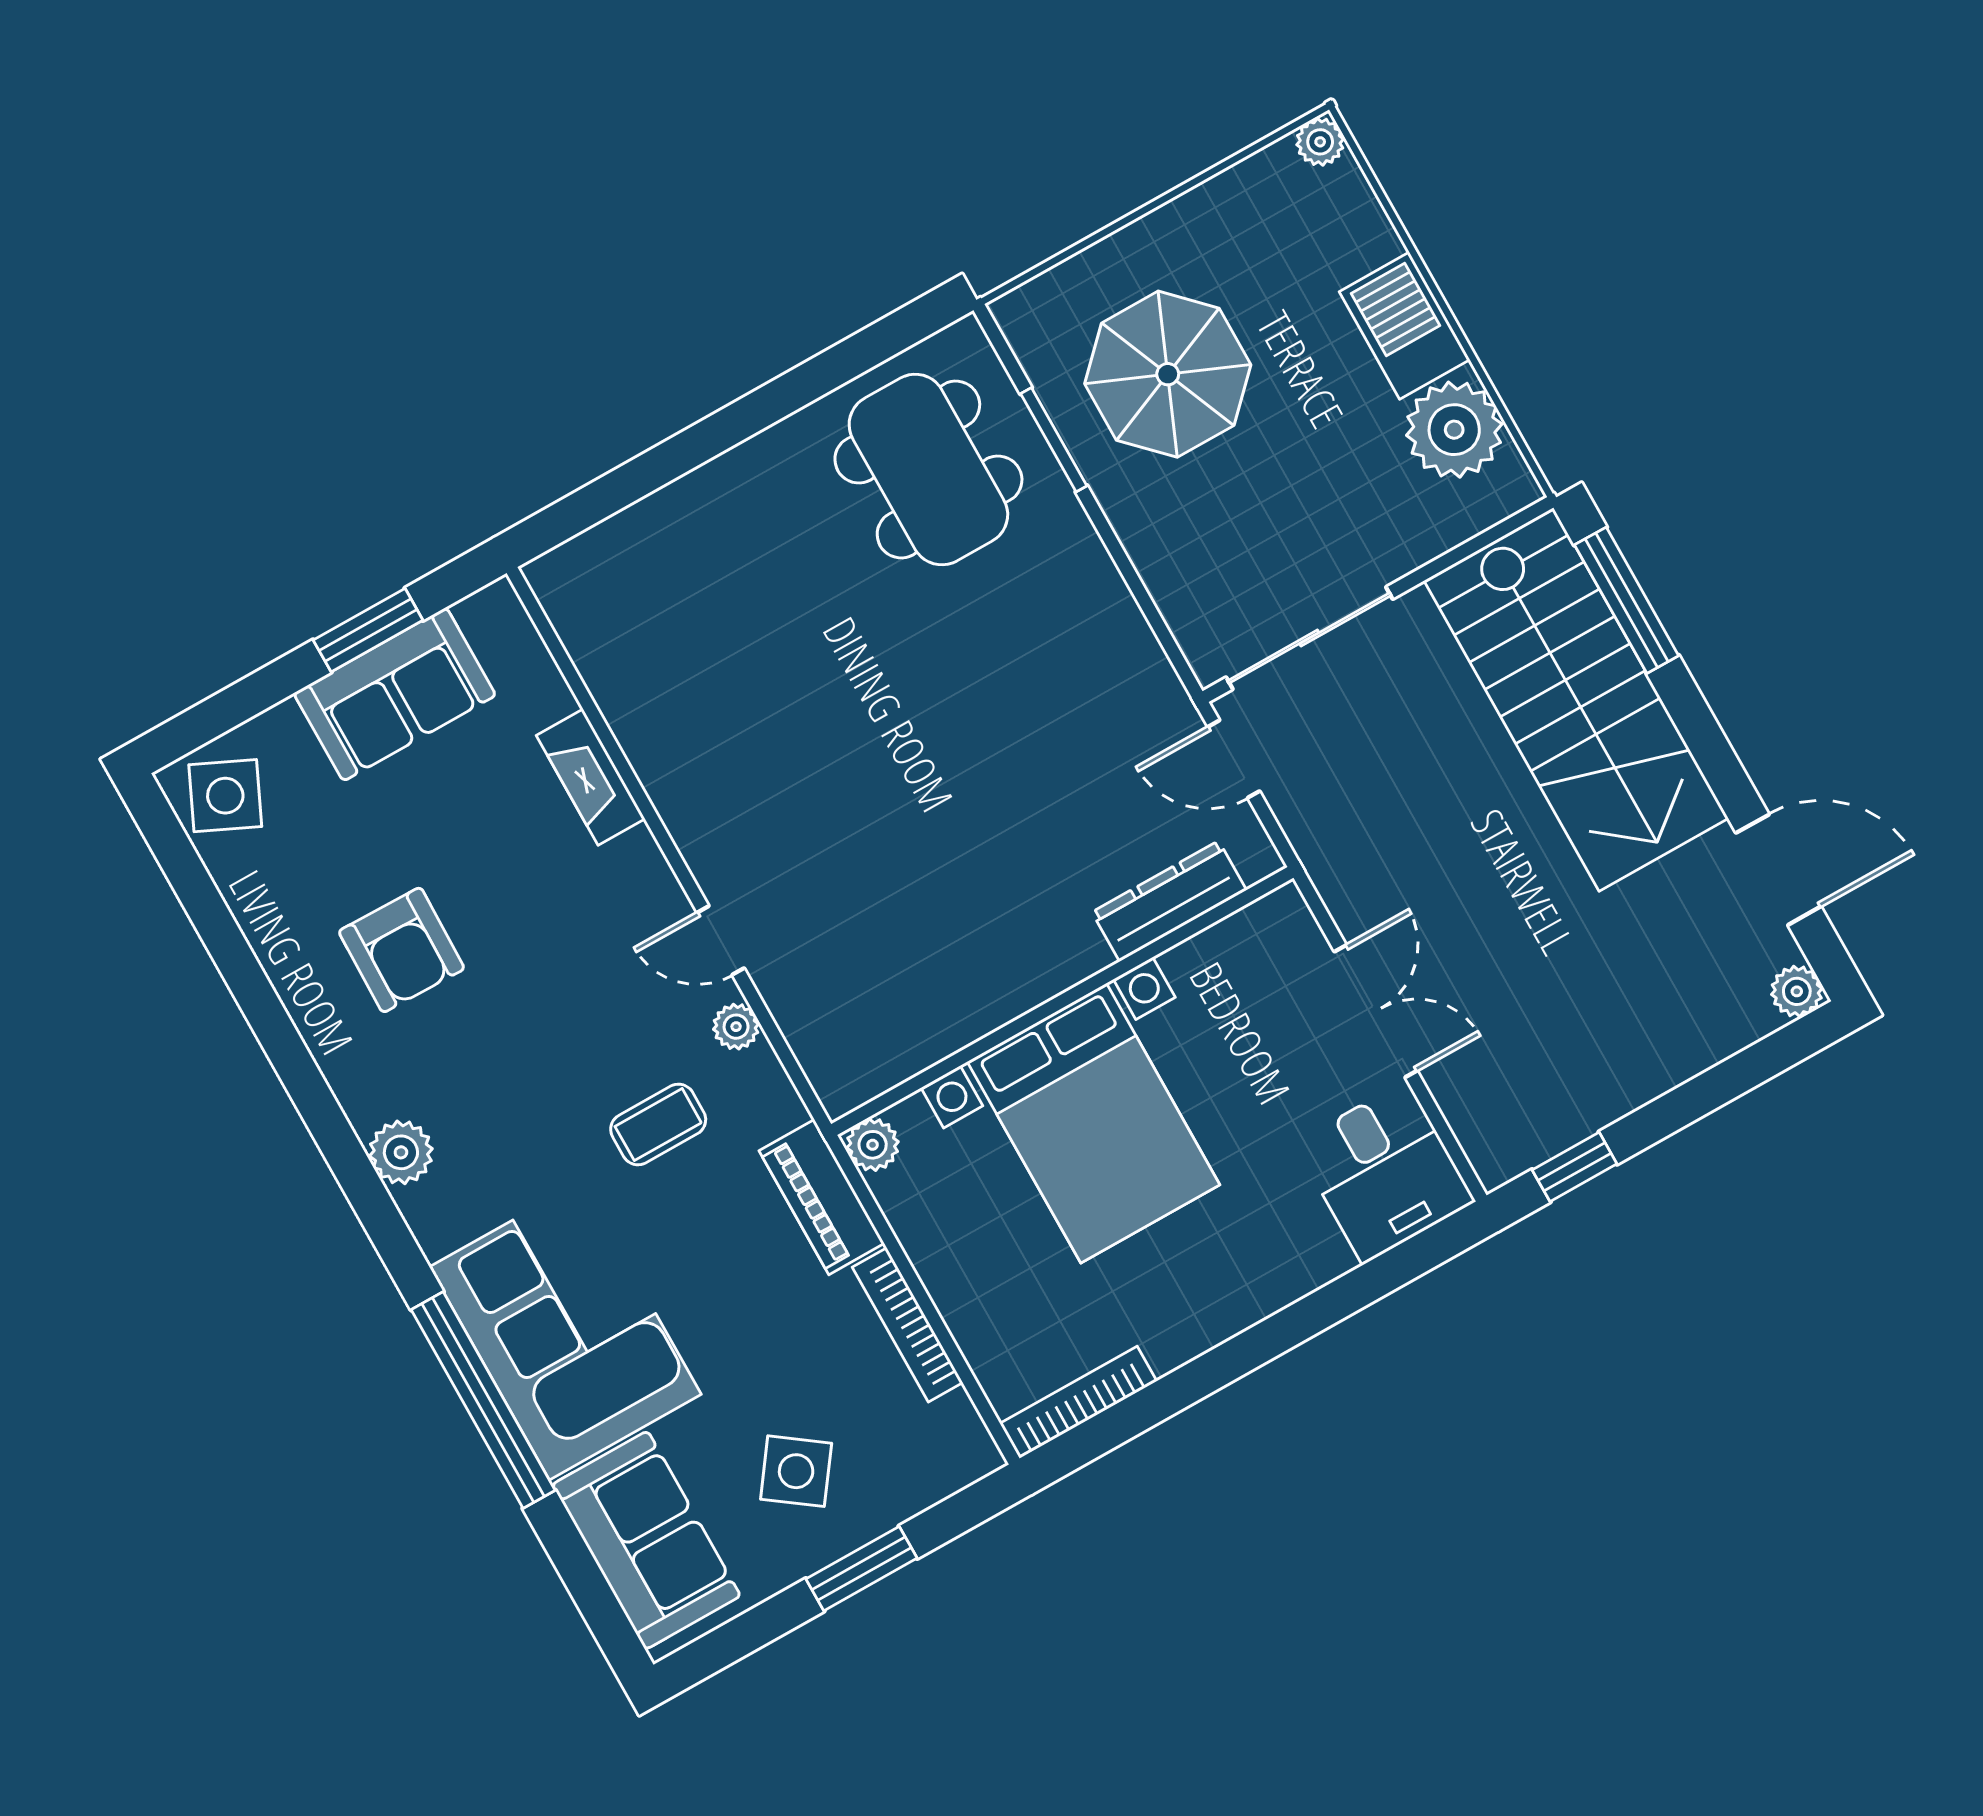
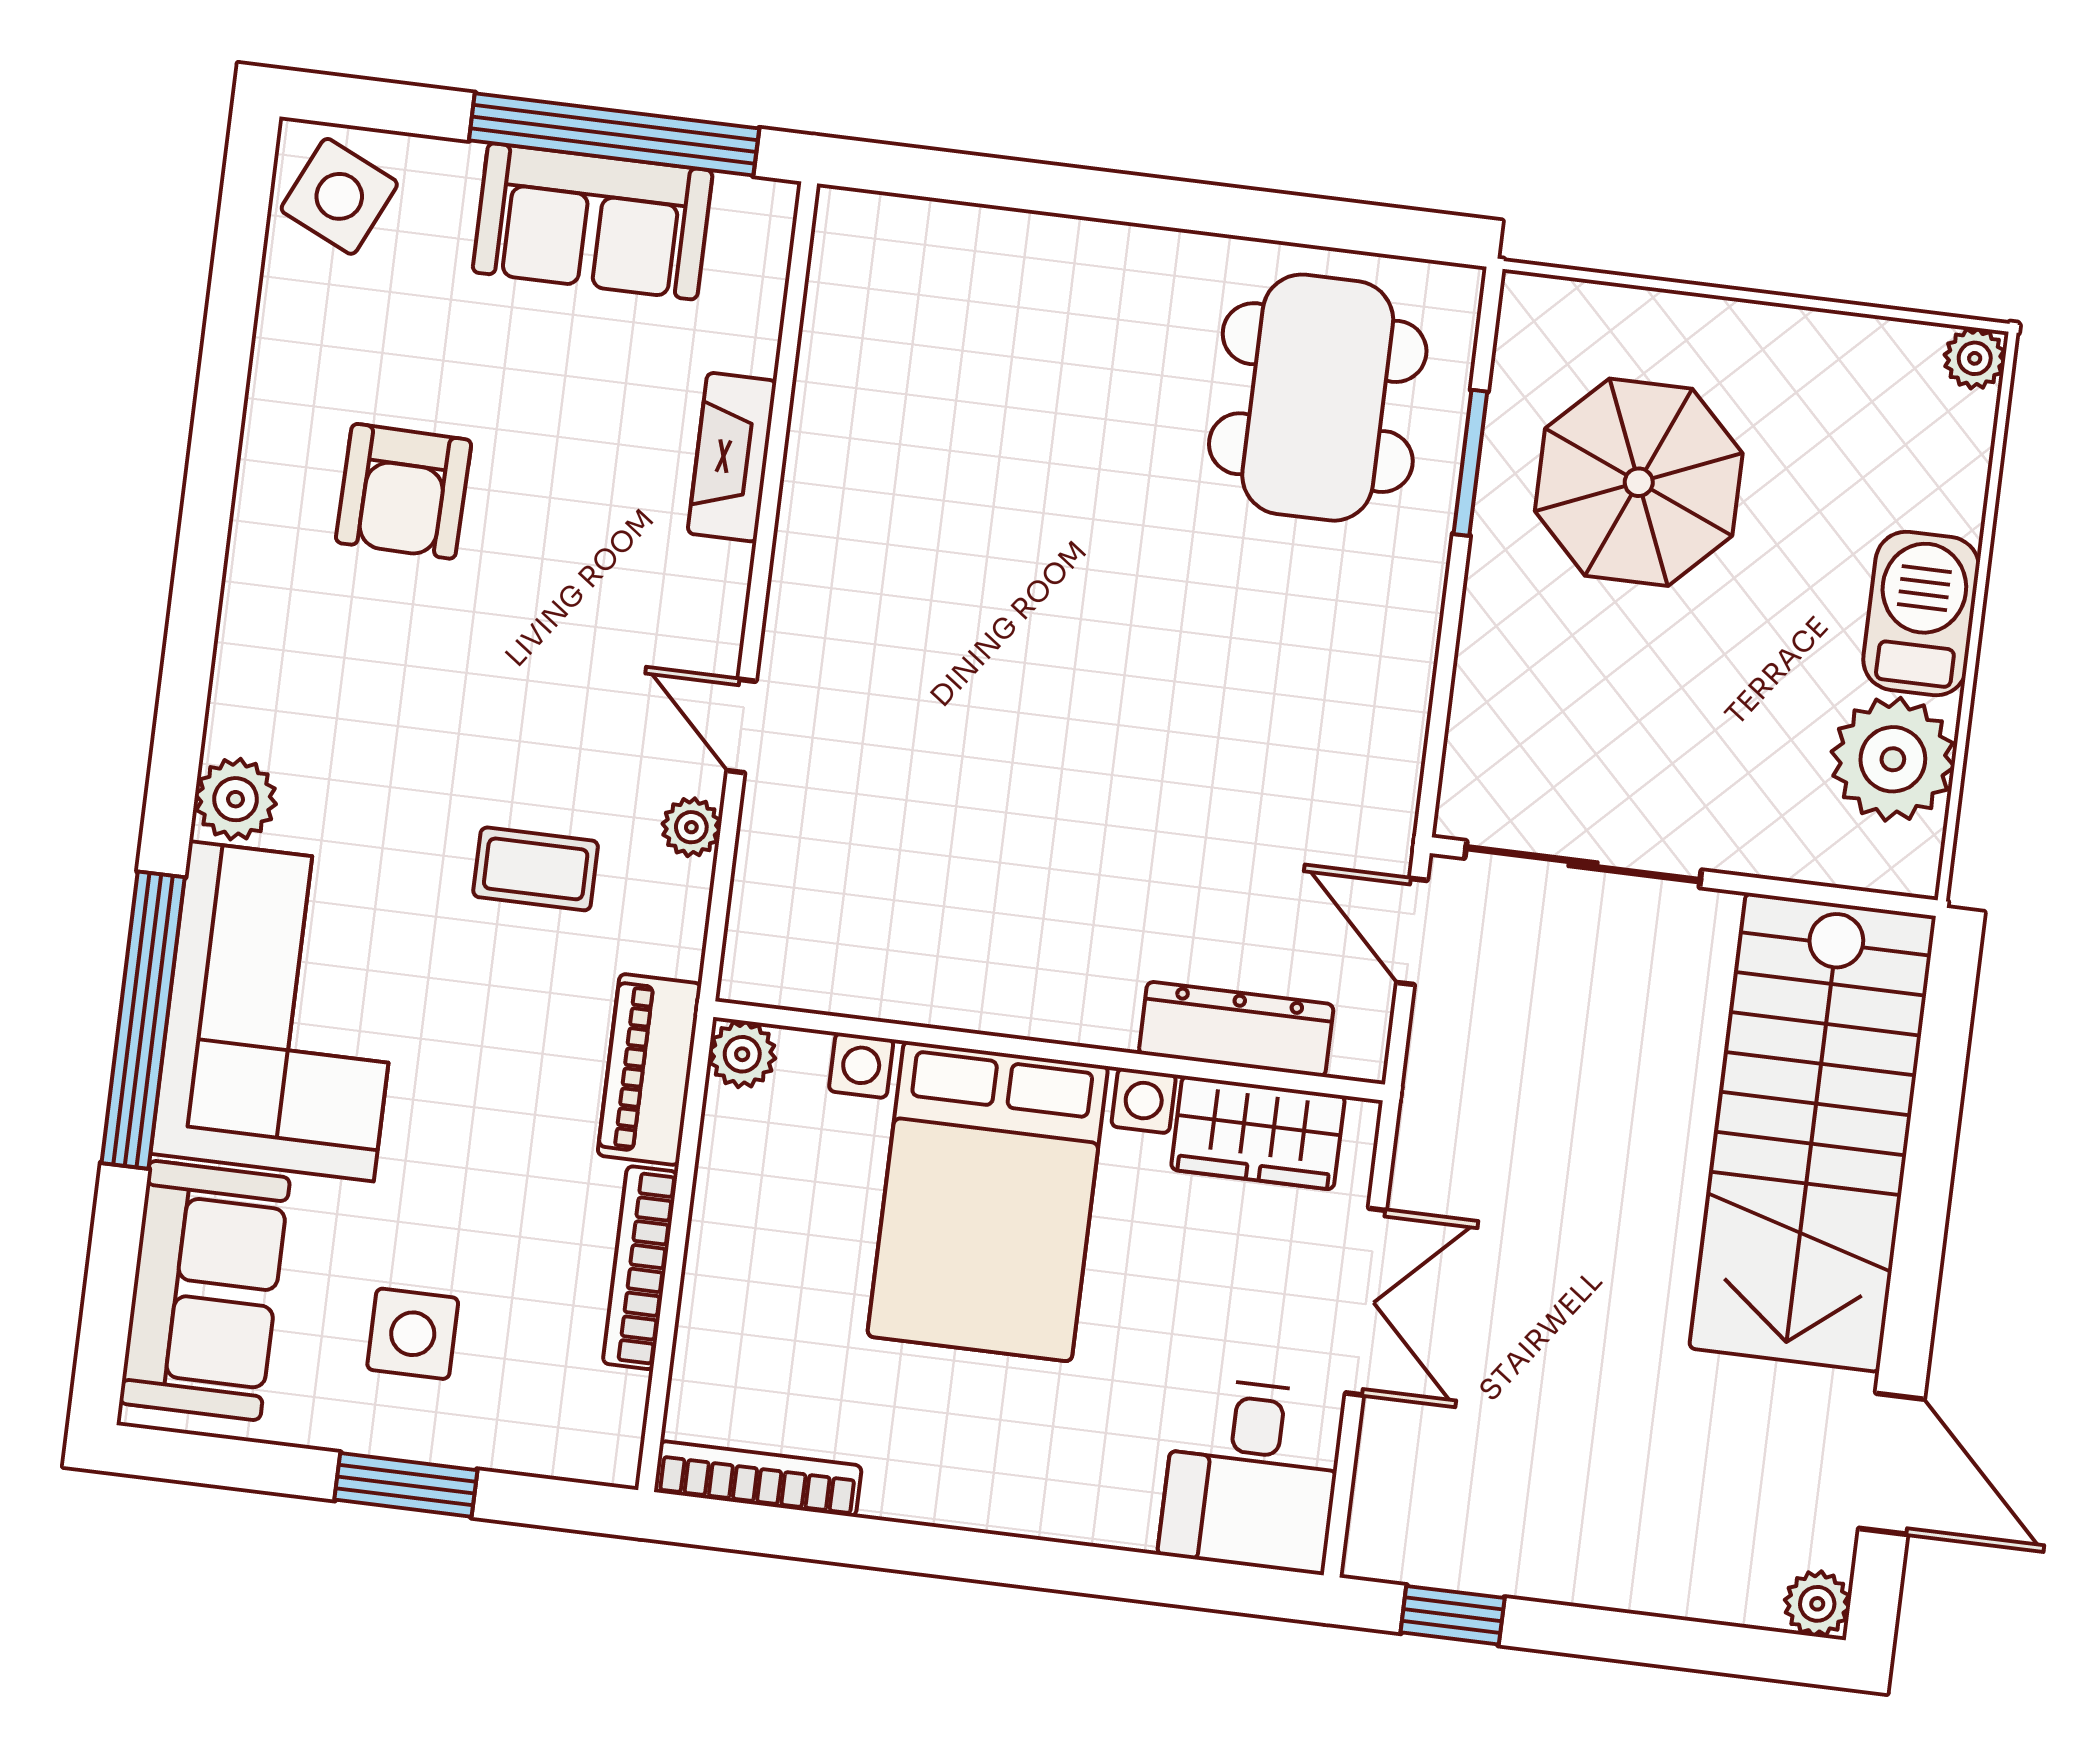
window: (1627, 600) -> (1941, 1068), removed
window: (368, 630) -> (614, 134), width x2.11
wardrobe: (1230, 956) -> (1258, 1133), added
plant: (401, 1152) -> (236, 799), moved
side table: (796, 1471) -> (413, 1334), turned -36

